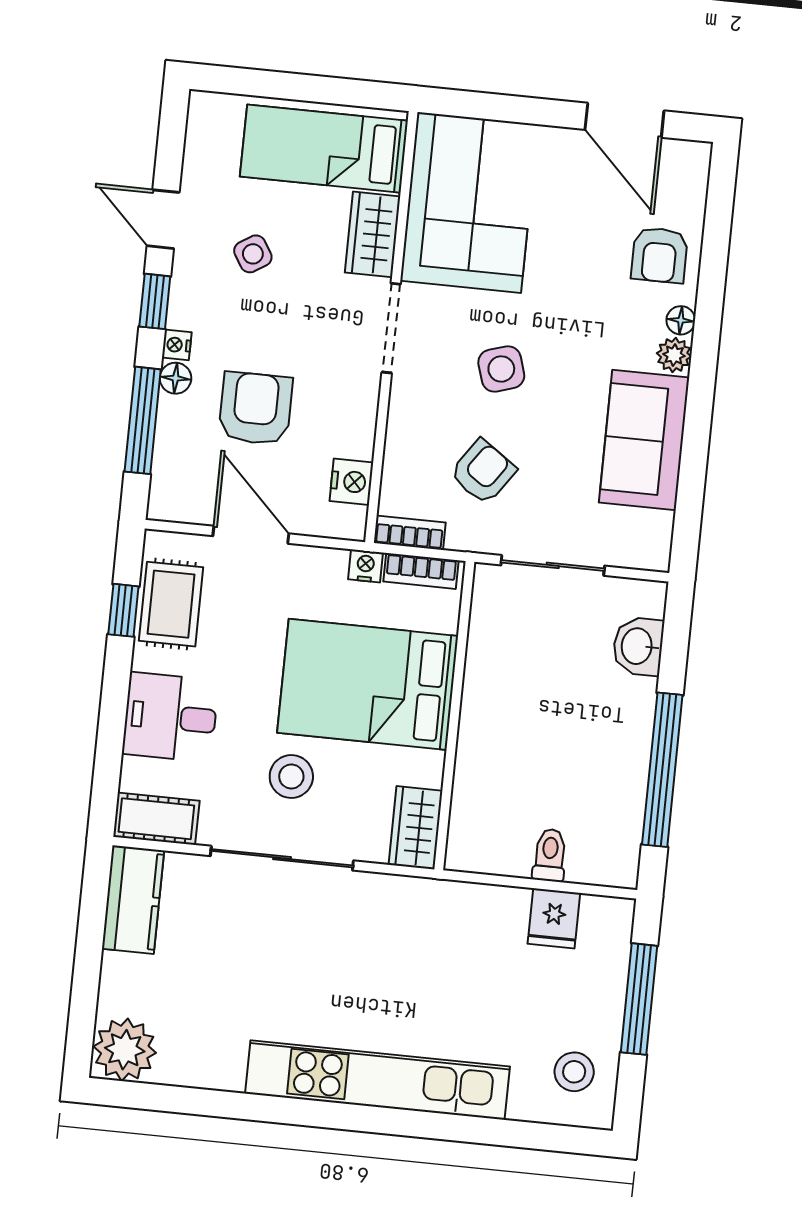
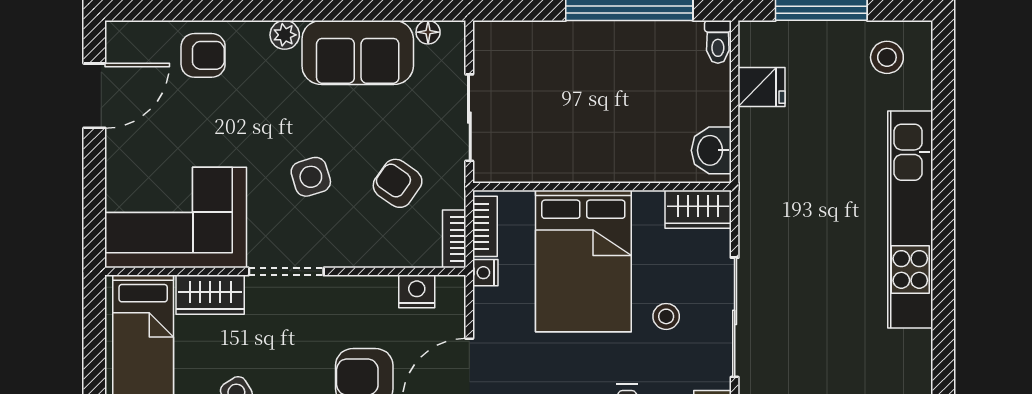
floor lamp: (681, 320) -> (428, 32), moved
washbasin: (638, 646) -> (711, 150), moved, turned 90
stool: (291, 777) -> (666, 316), width x0.73, depth x0.73
toilet: (550, 855) -> (718, 42), moved, turned -90

